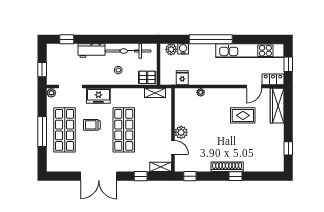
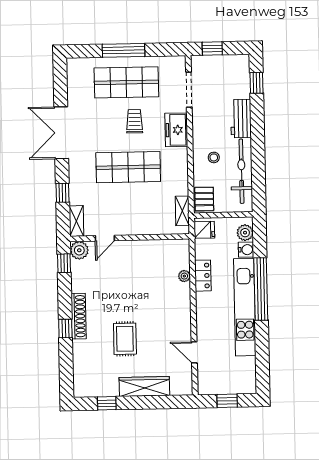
kitchen unit: (250, 51) -> (245, 307), moved
fridge: (182, 78) -> (204, 230), moved
locker: (273, 79) -> (203, 276), moved
plant: (51, 93) -> (179, 62), removed
wardrobe: (277, 106) -> (144, 386), moved
rug: (243, 115) -> (125, 339), moved
plant: (181, 132) -> (79, 250), moved

